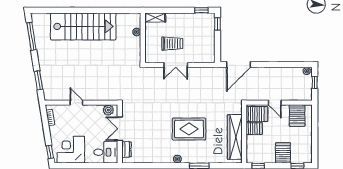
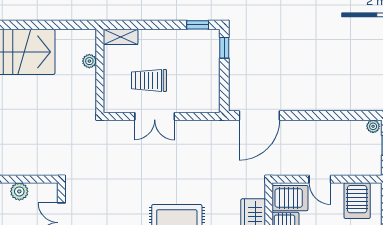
trolley: (172, 44) -> (149, 80), turned 180
plant: (108, 110) -> (19, 191), moved

